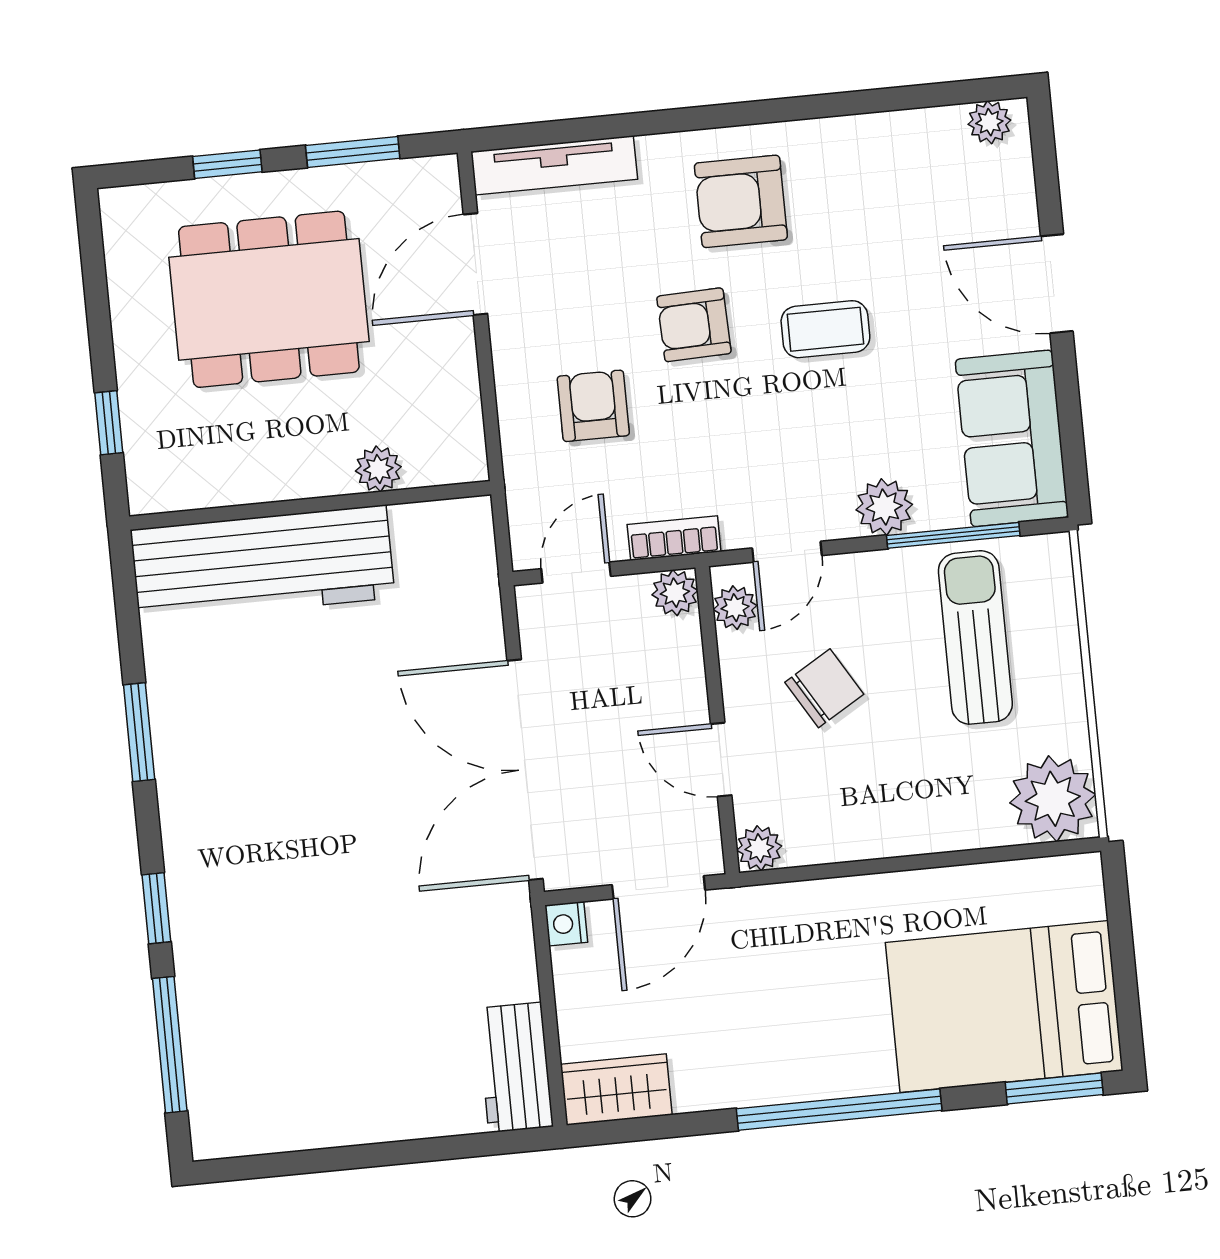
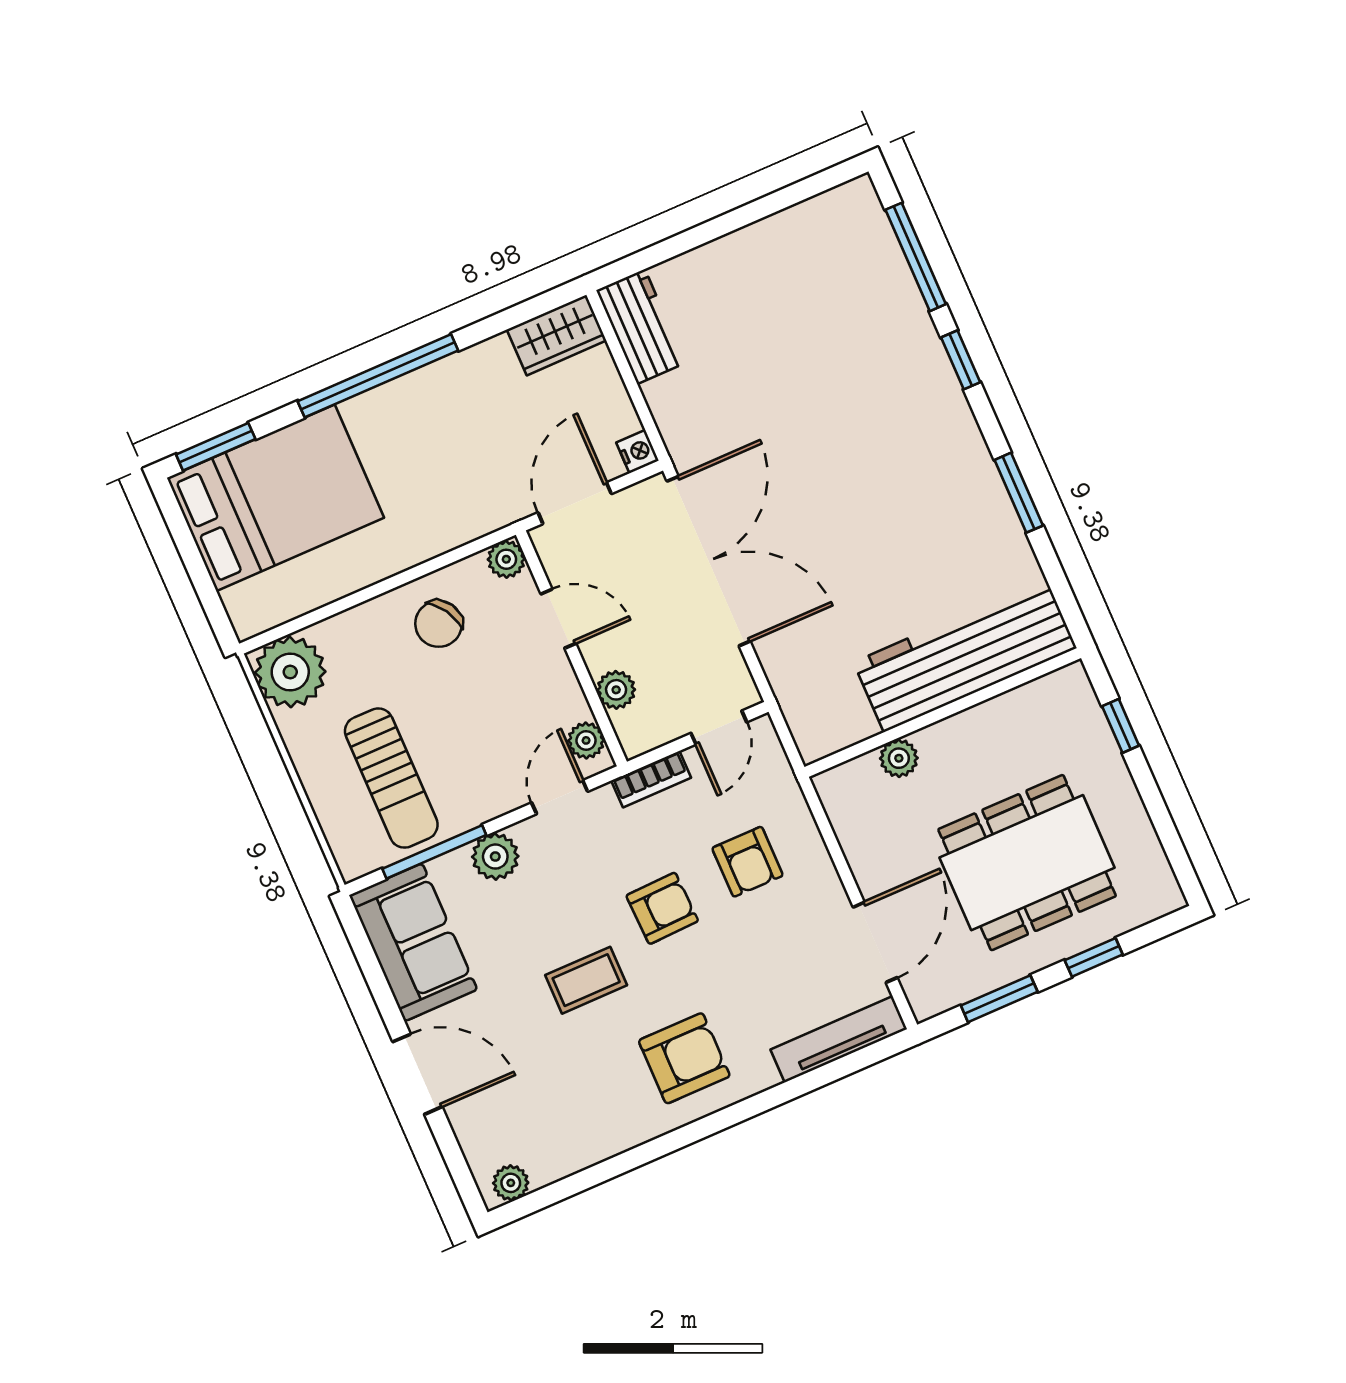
armchair: (694, 325) -> (662, 908), moved
plant: (675, 593) -> (616, 690), moved
chair: (824, 688) -> (439, 624), moved

